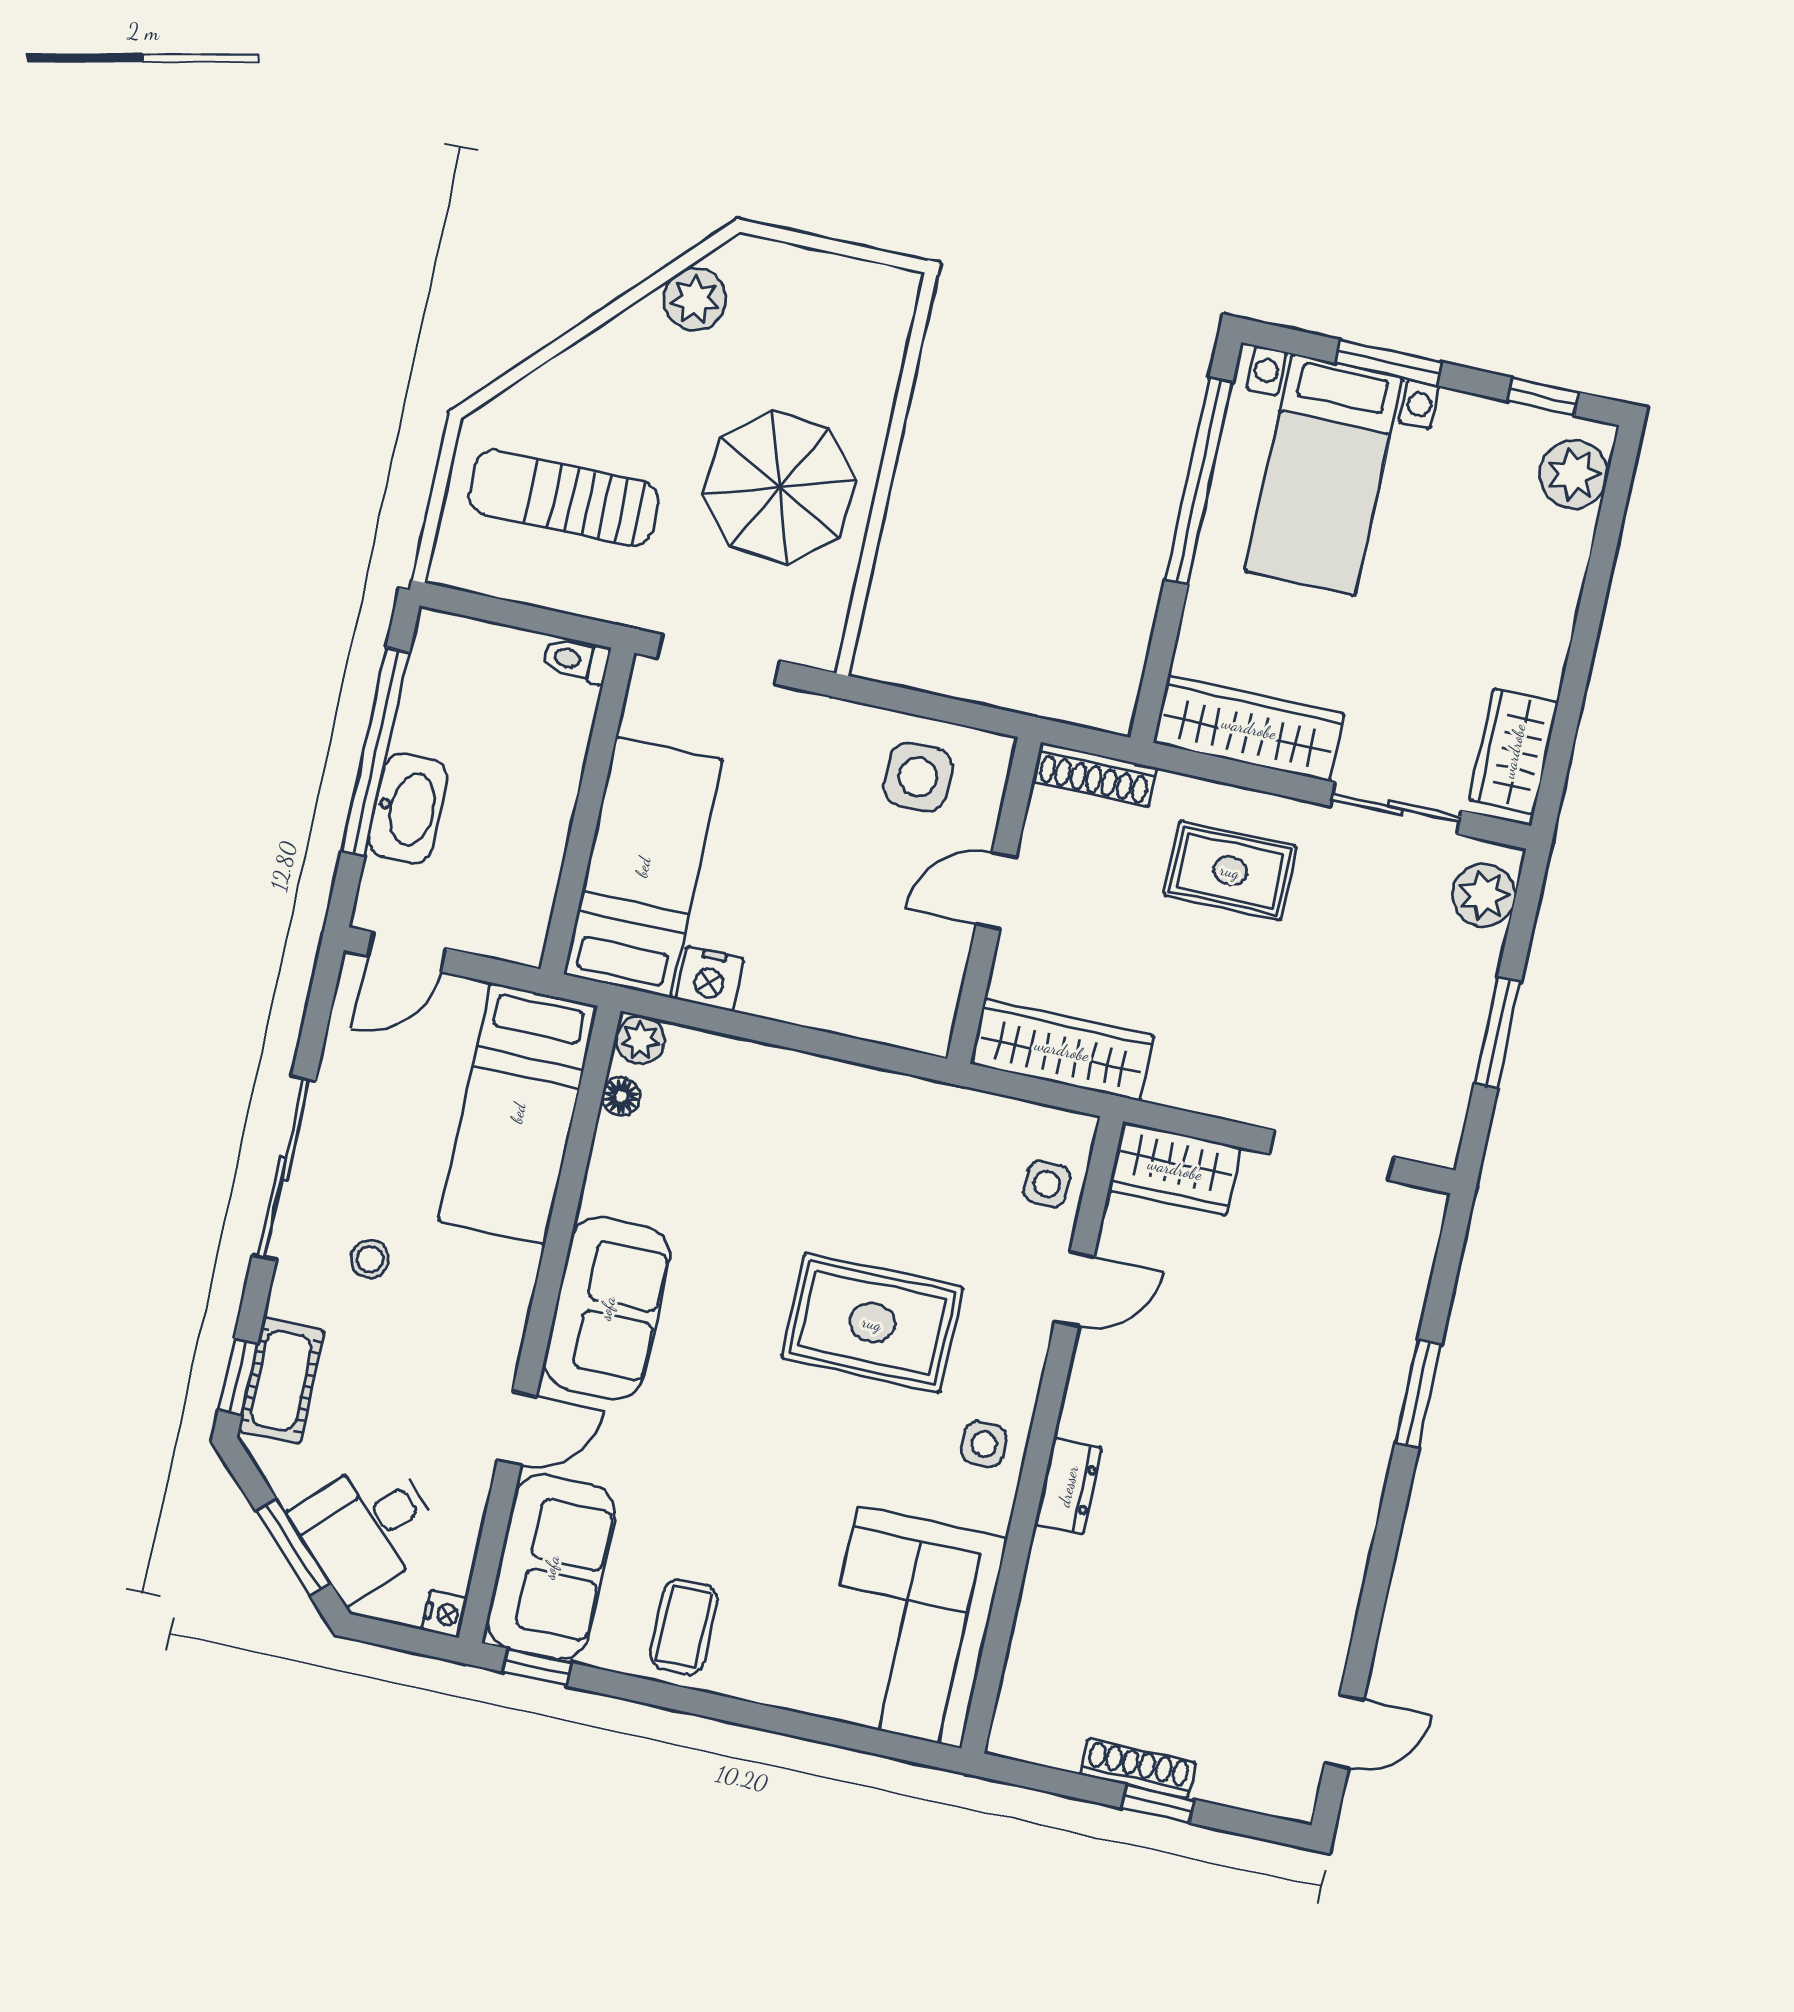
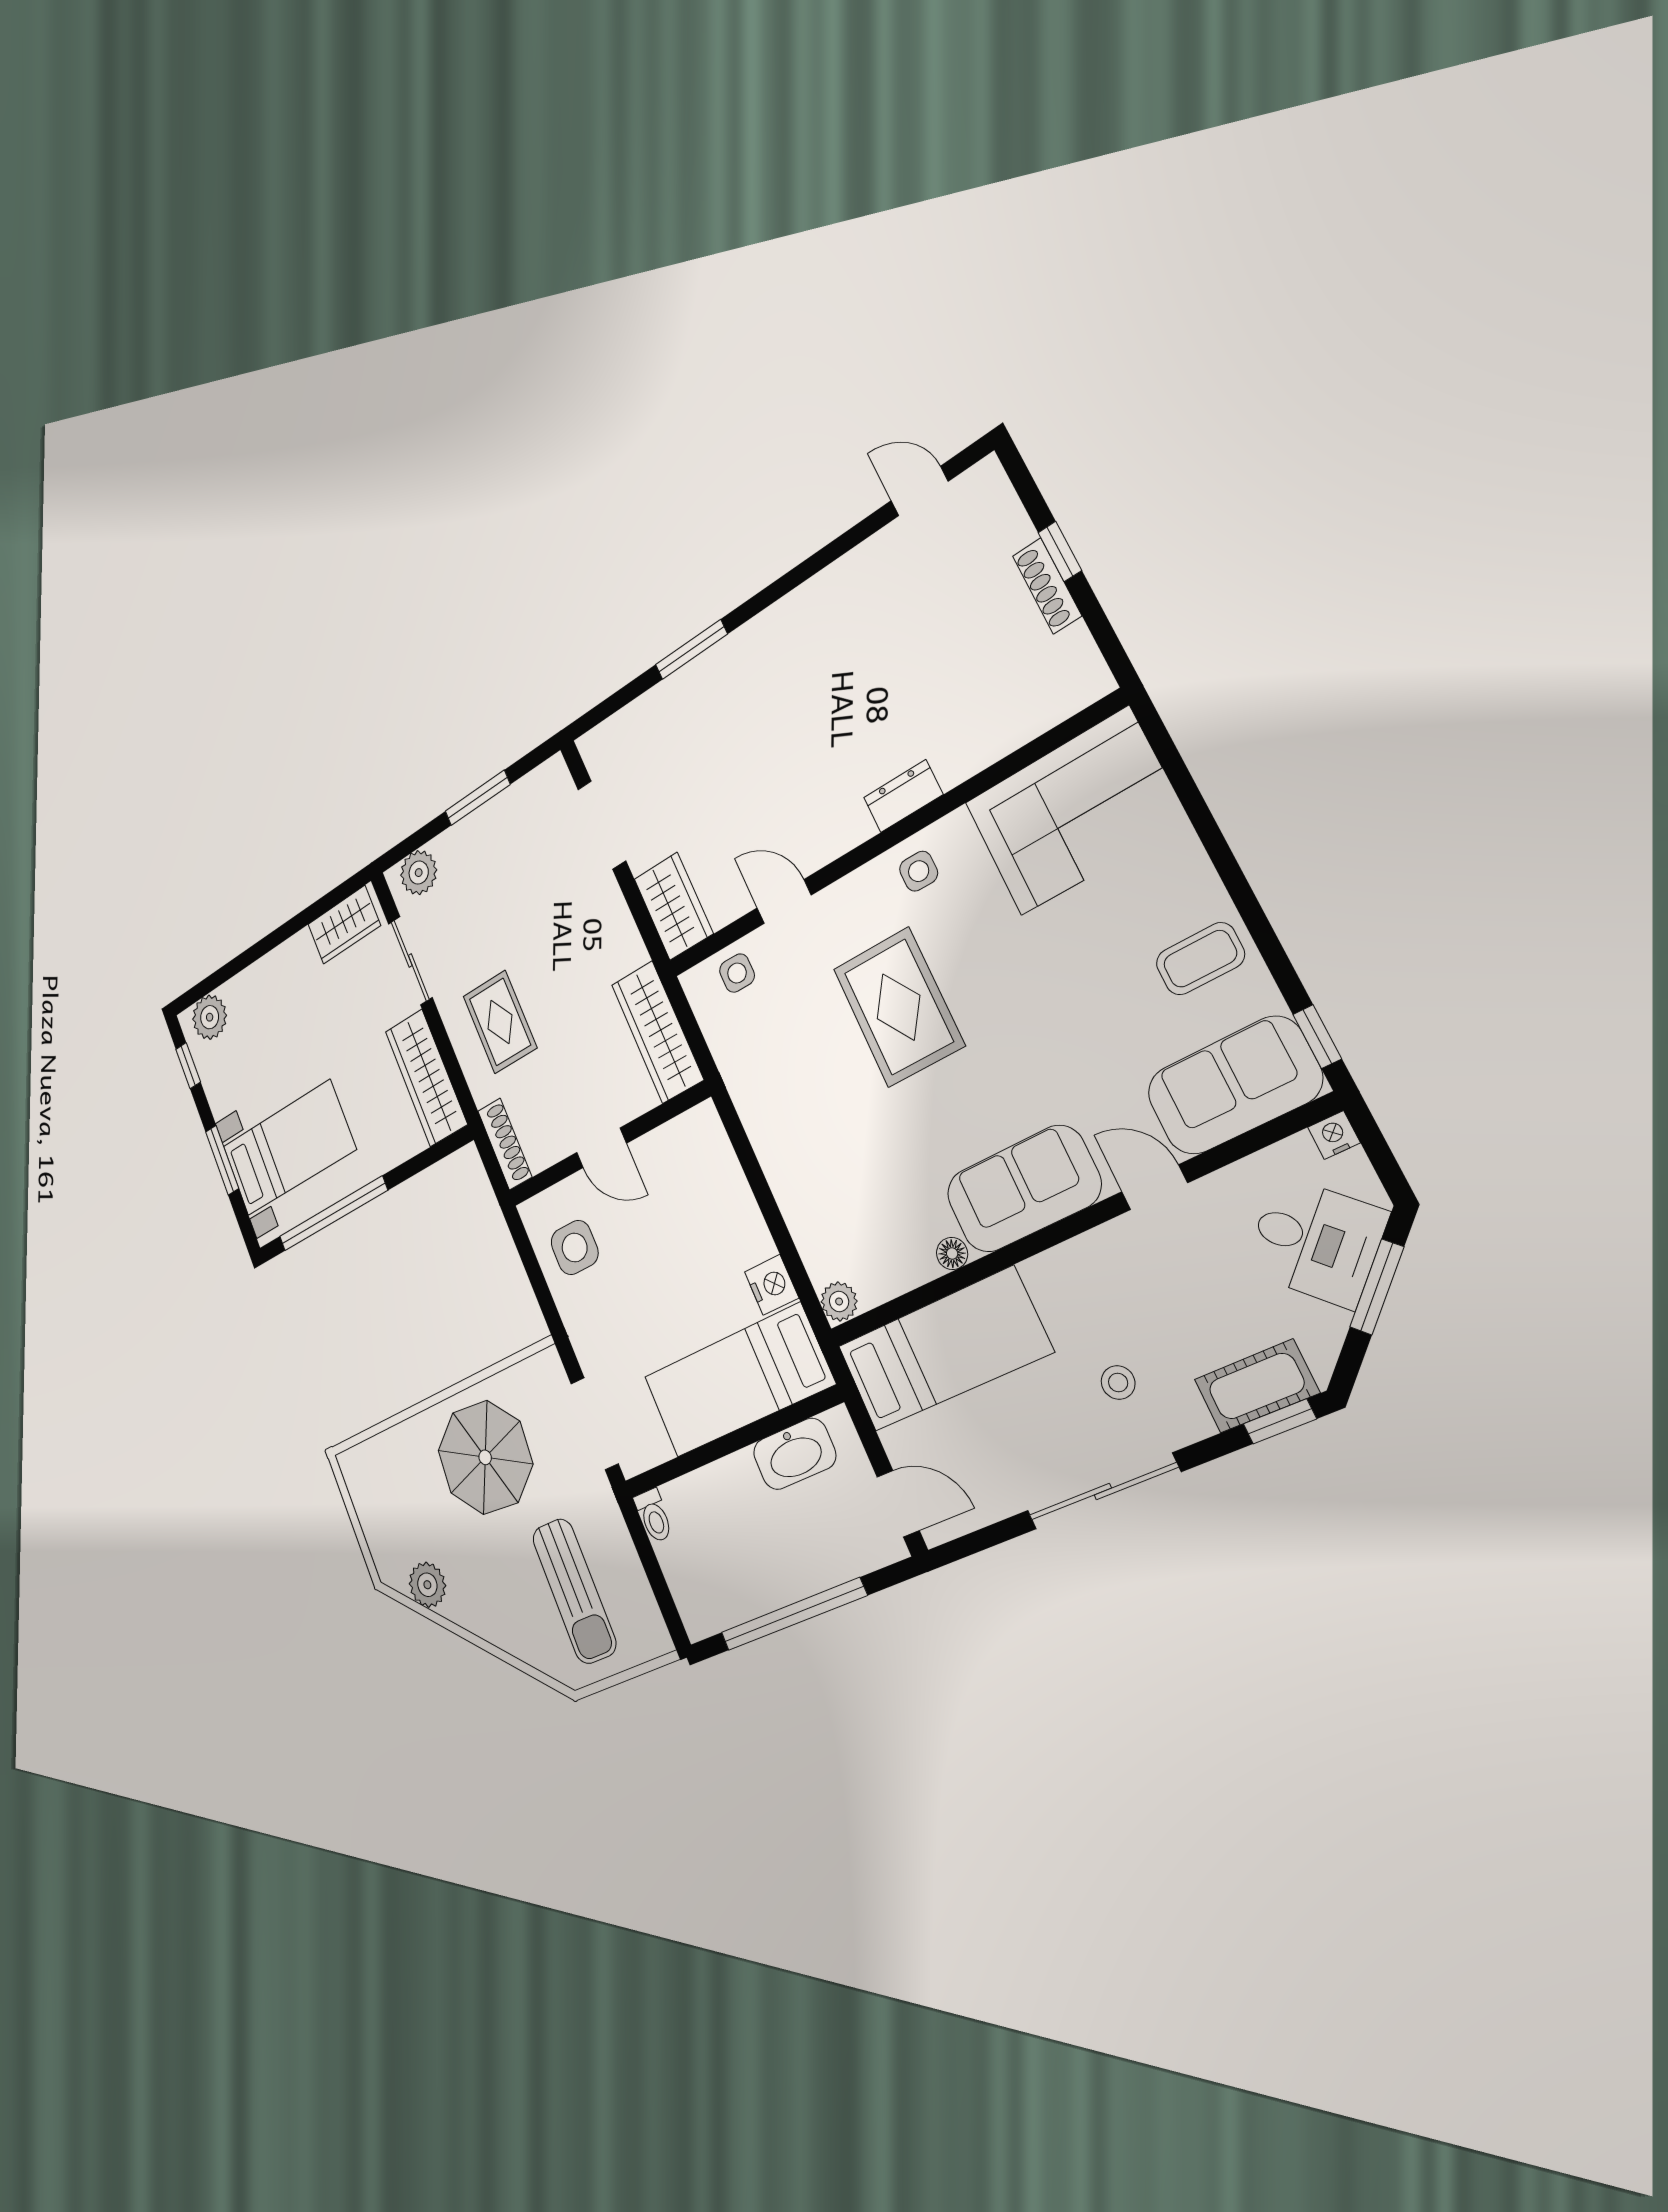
washbasin: (408, 809) -> (795, 1454), moved, turned 180
floor lamp: (621, 1097) -> (952, 1254), moved

